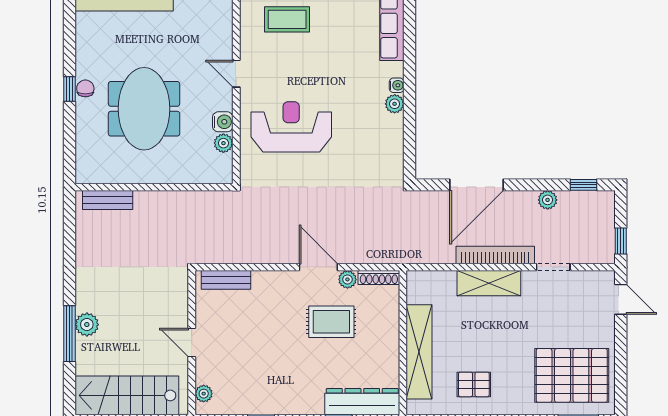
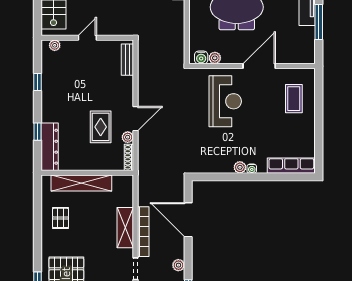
door: (236, 74) -> (259, 66), width x1.87
water cooler: (223, 122) -> (201, 57), moved

